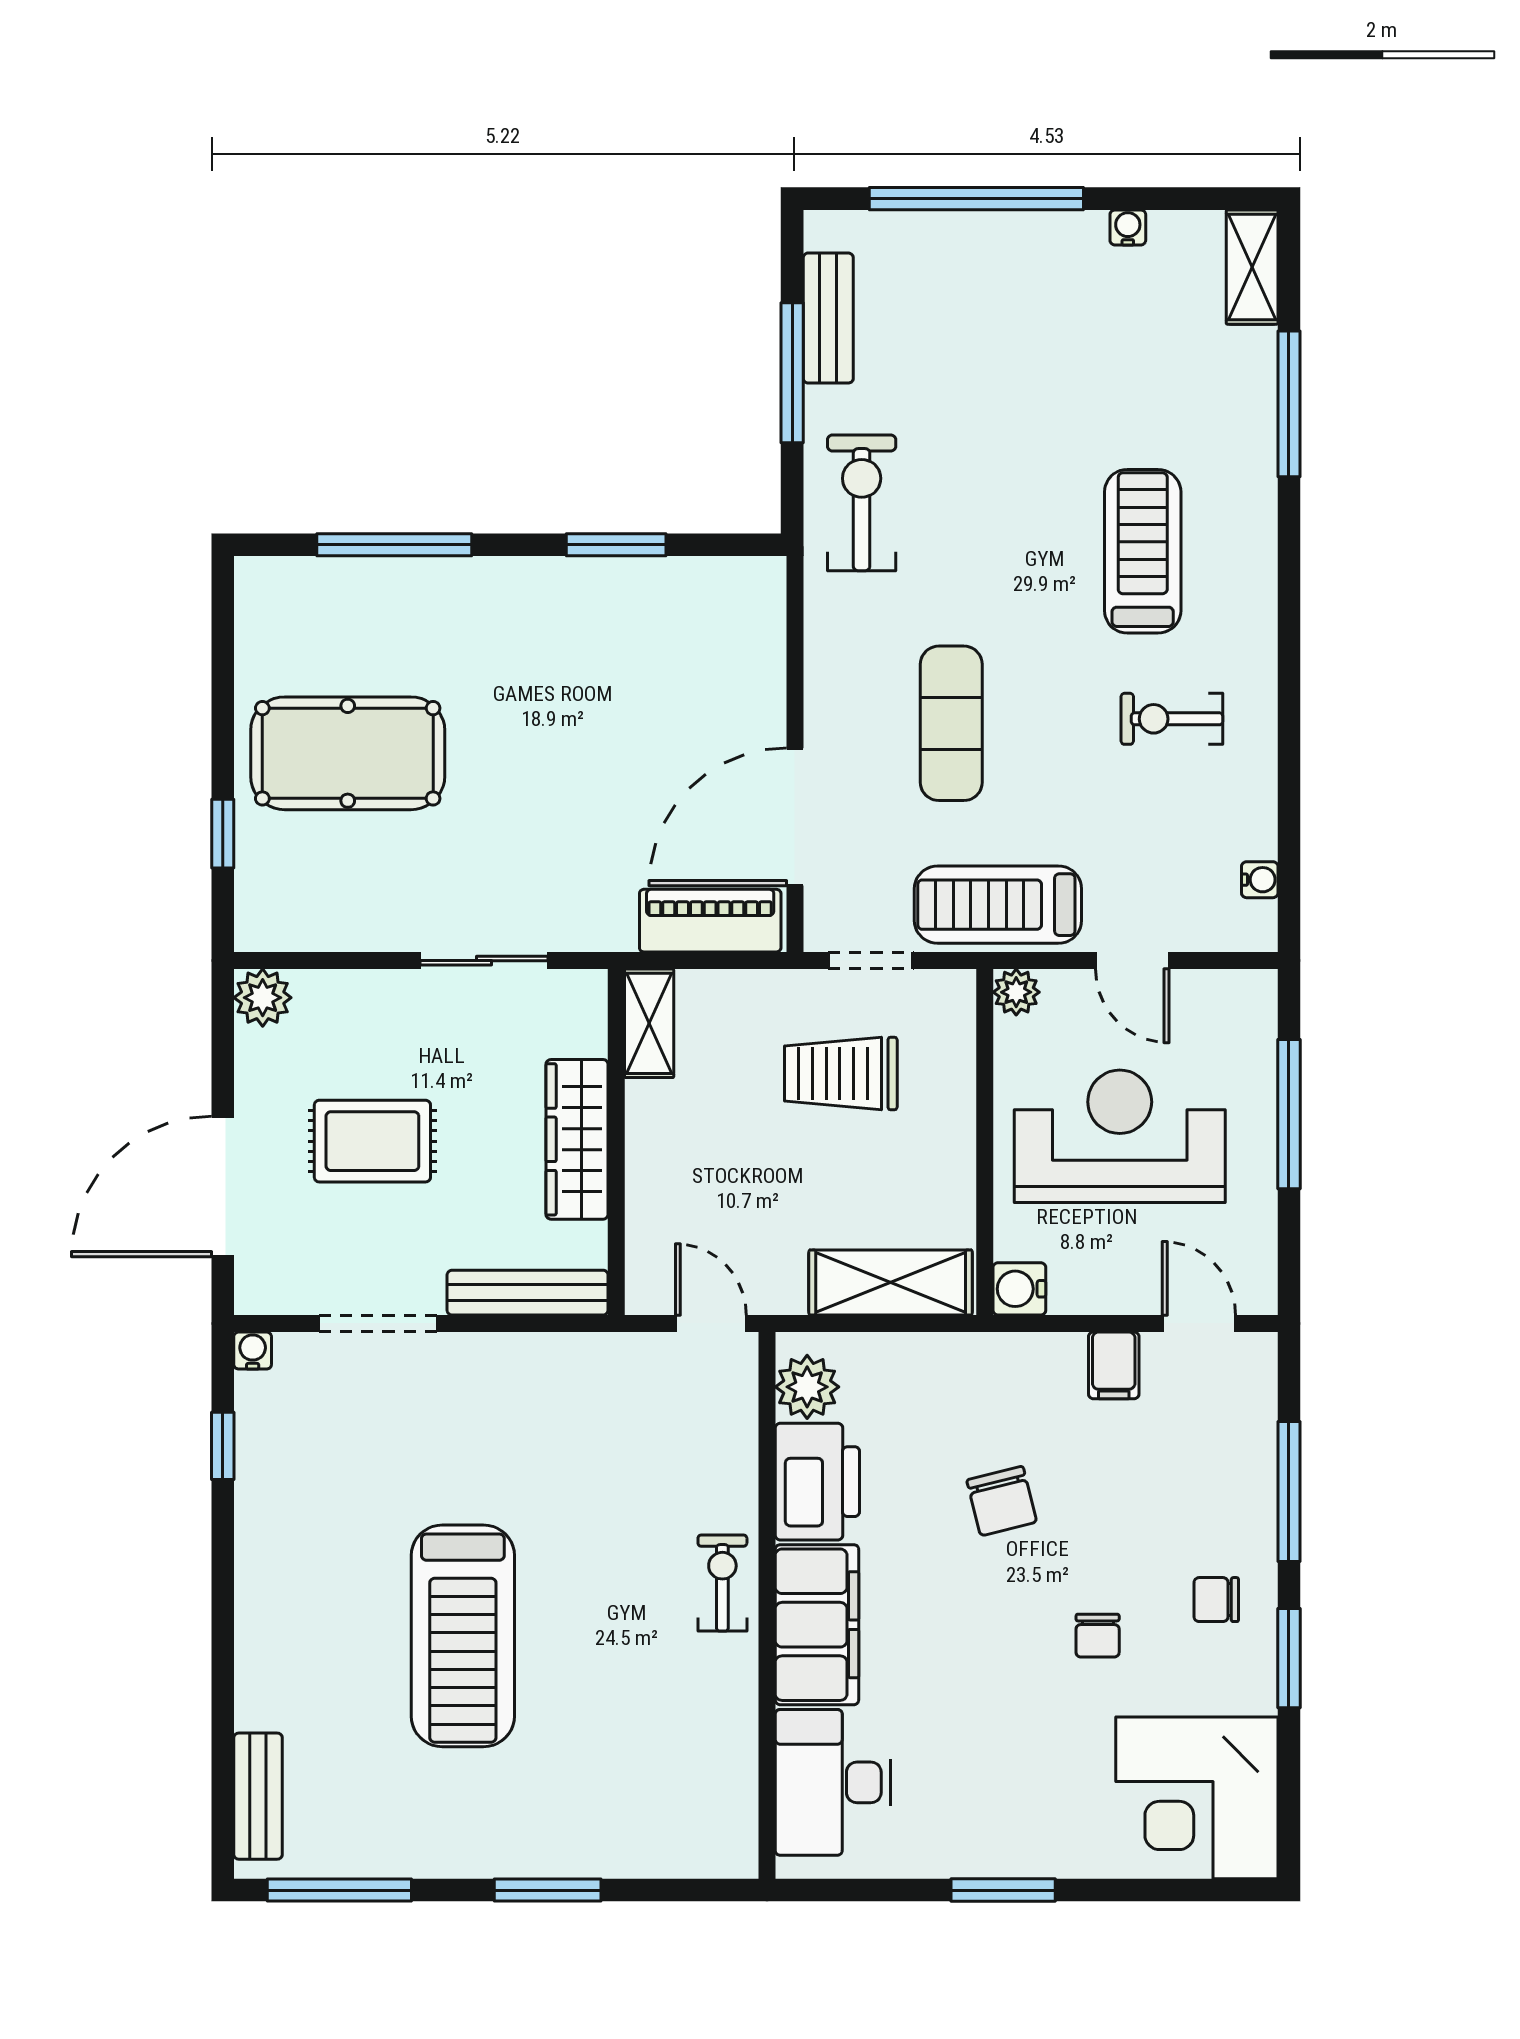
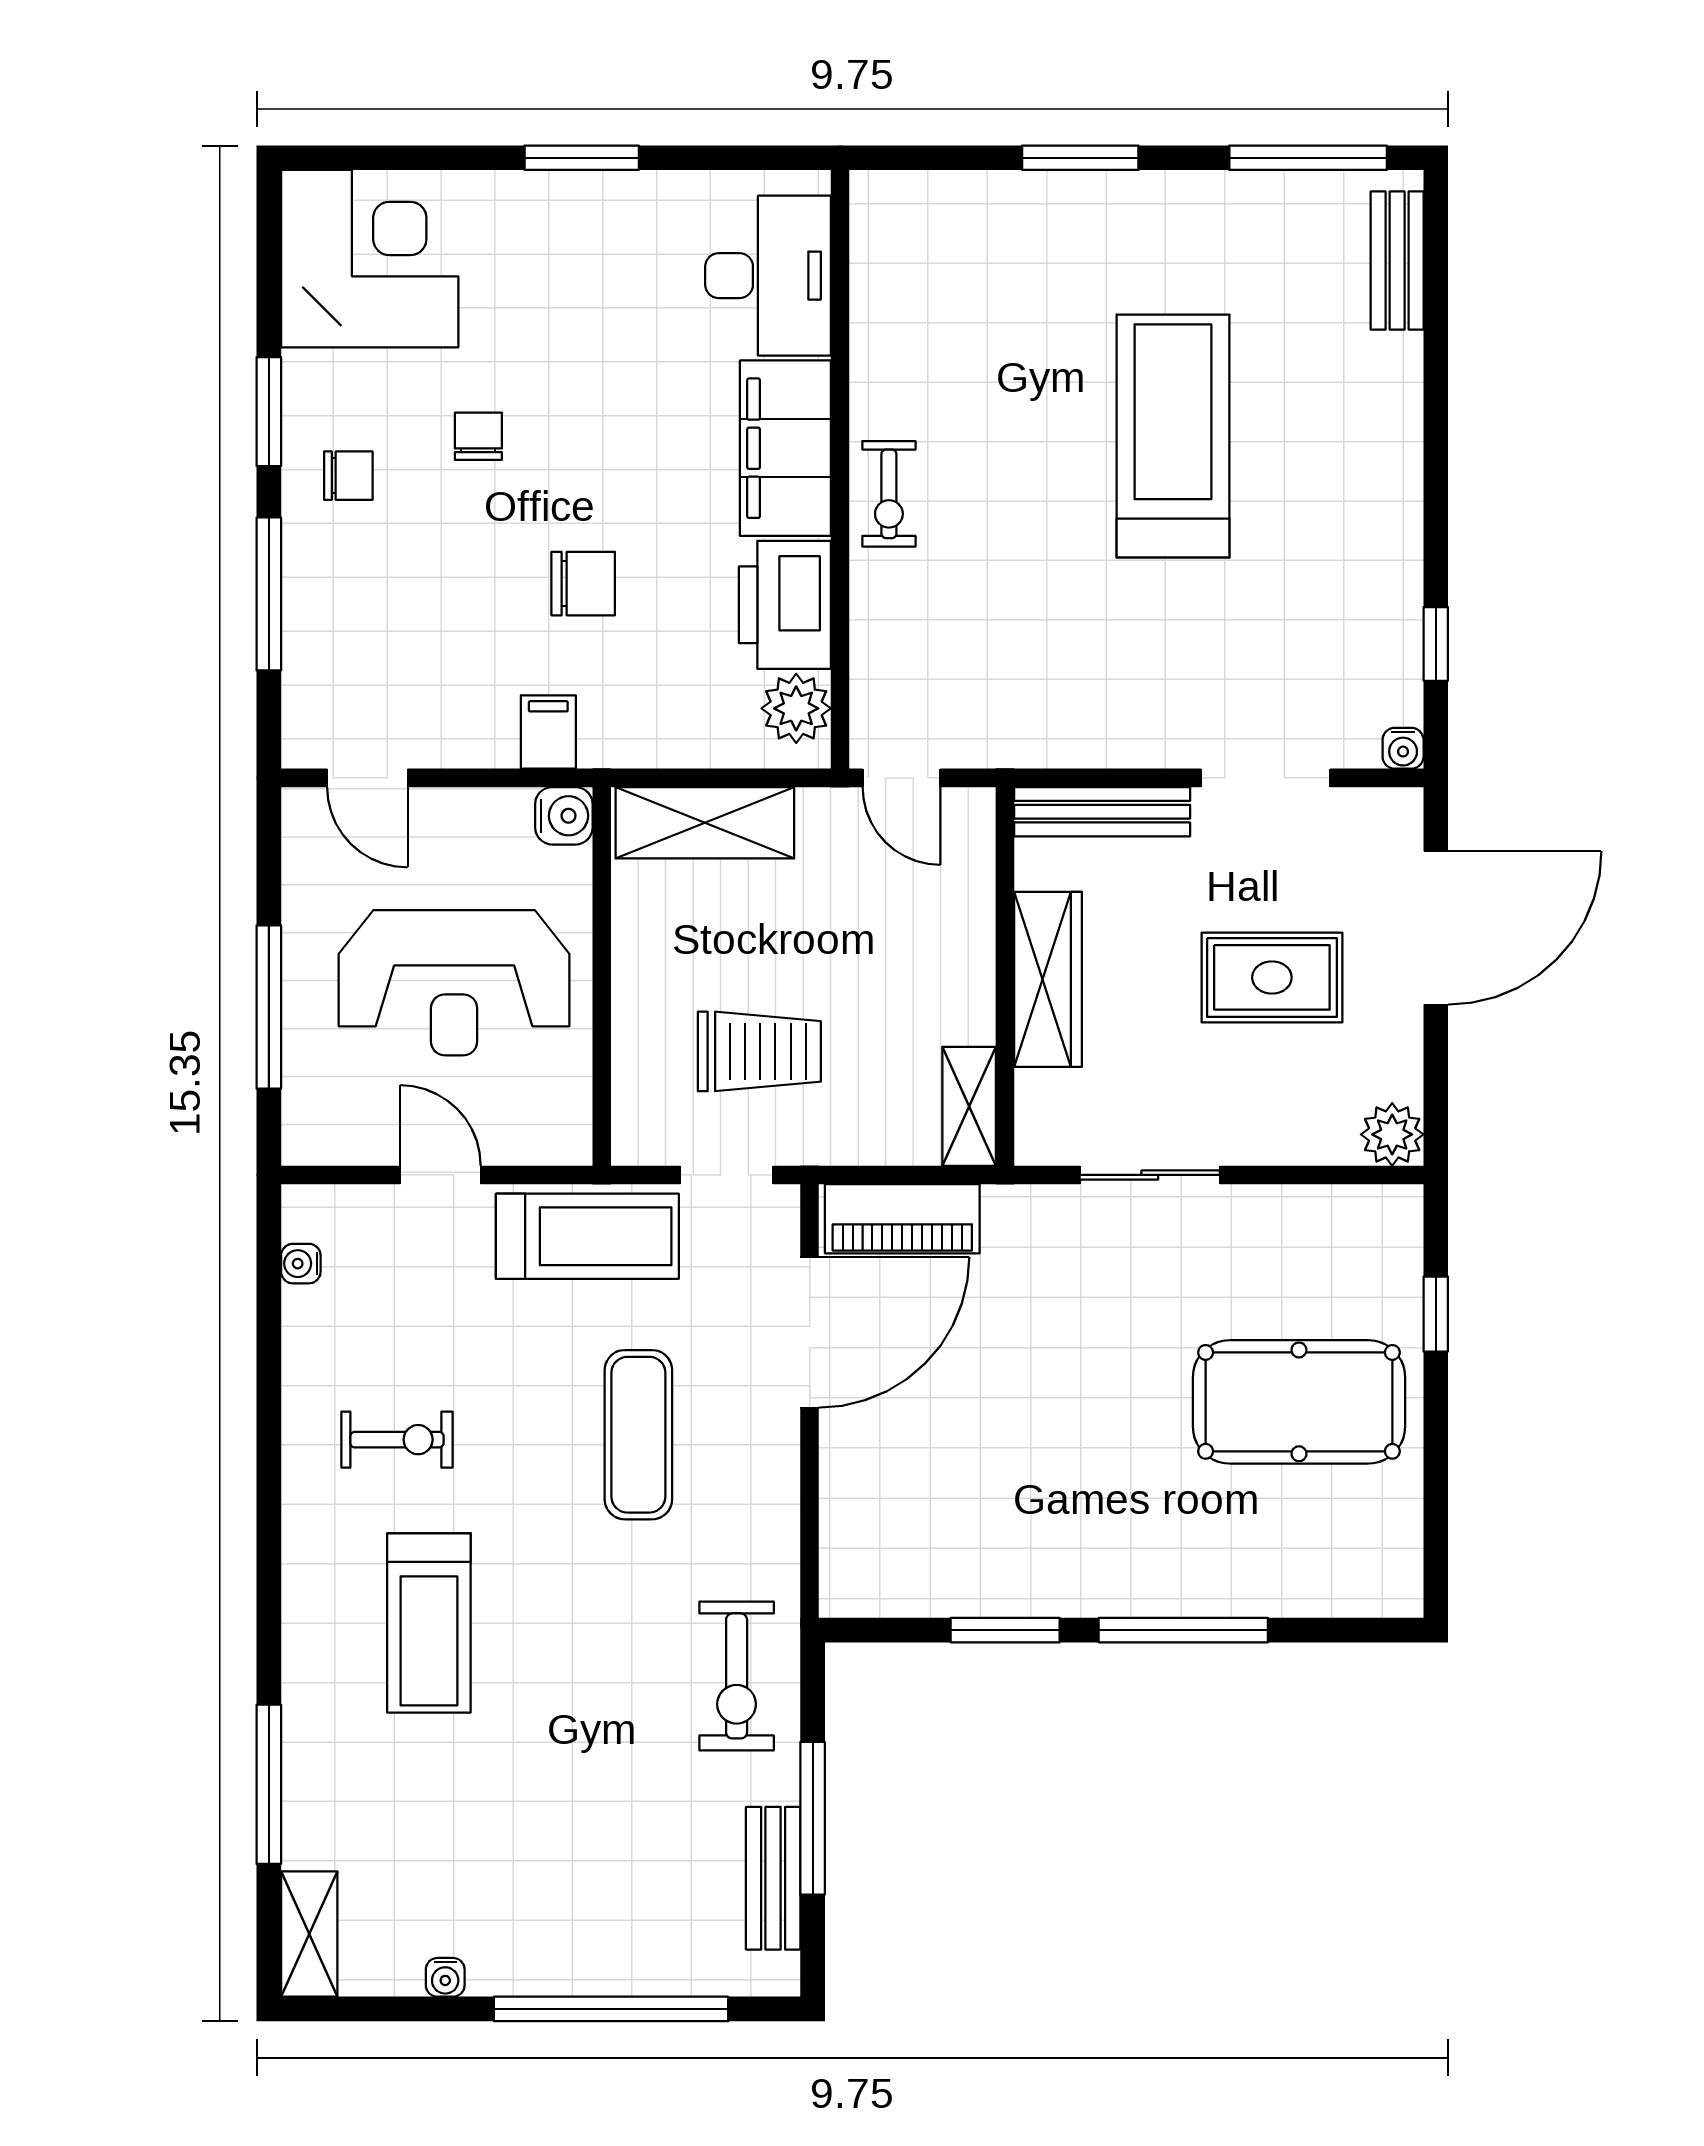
window: (394, 545) -> (1183, 1630), moved
plant: (1016, 992) -> (567, 1141), removed
filing cabinet: (1114, 1365) -> (548, 732), moved
chair: (1002, 1501) -> (583, 584), turned 104

